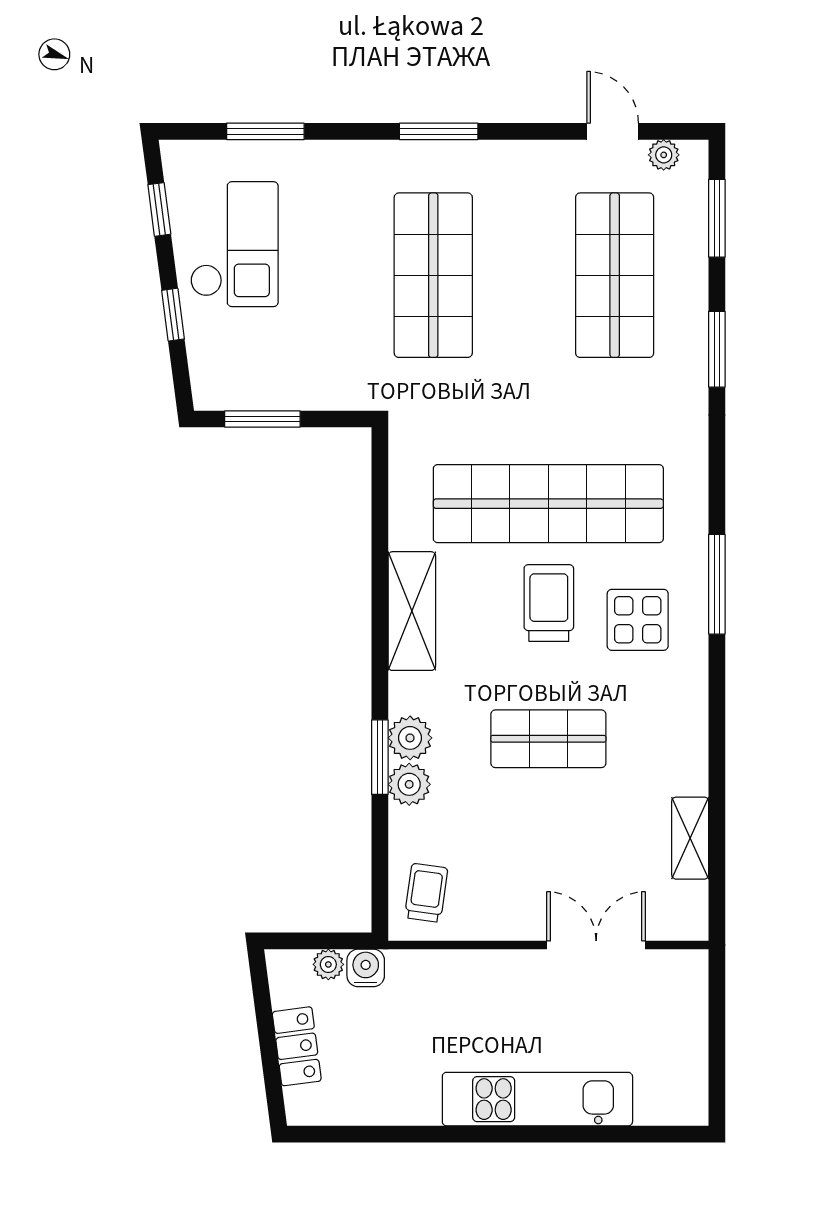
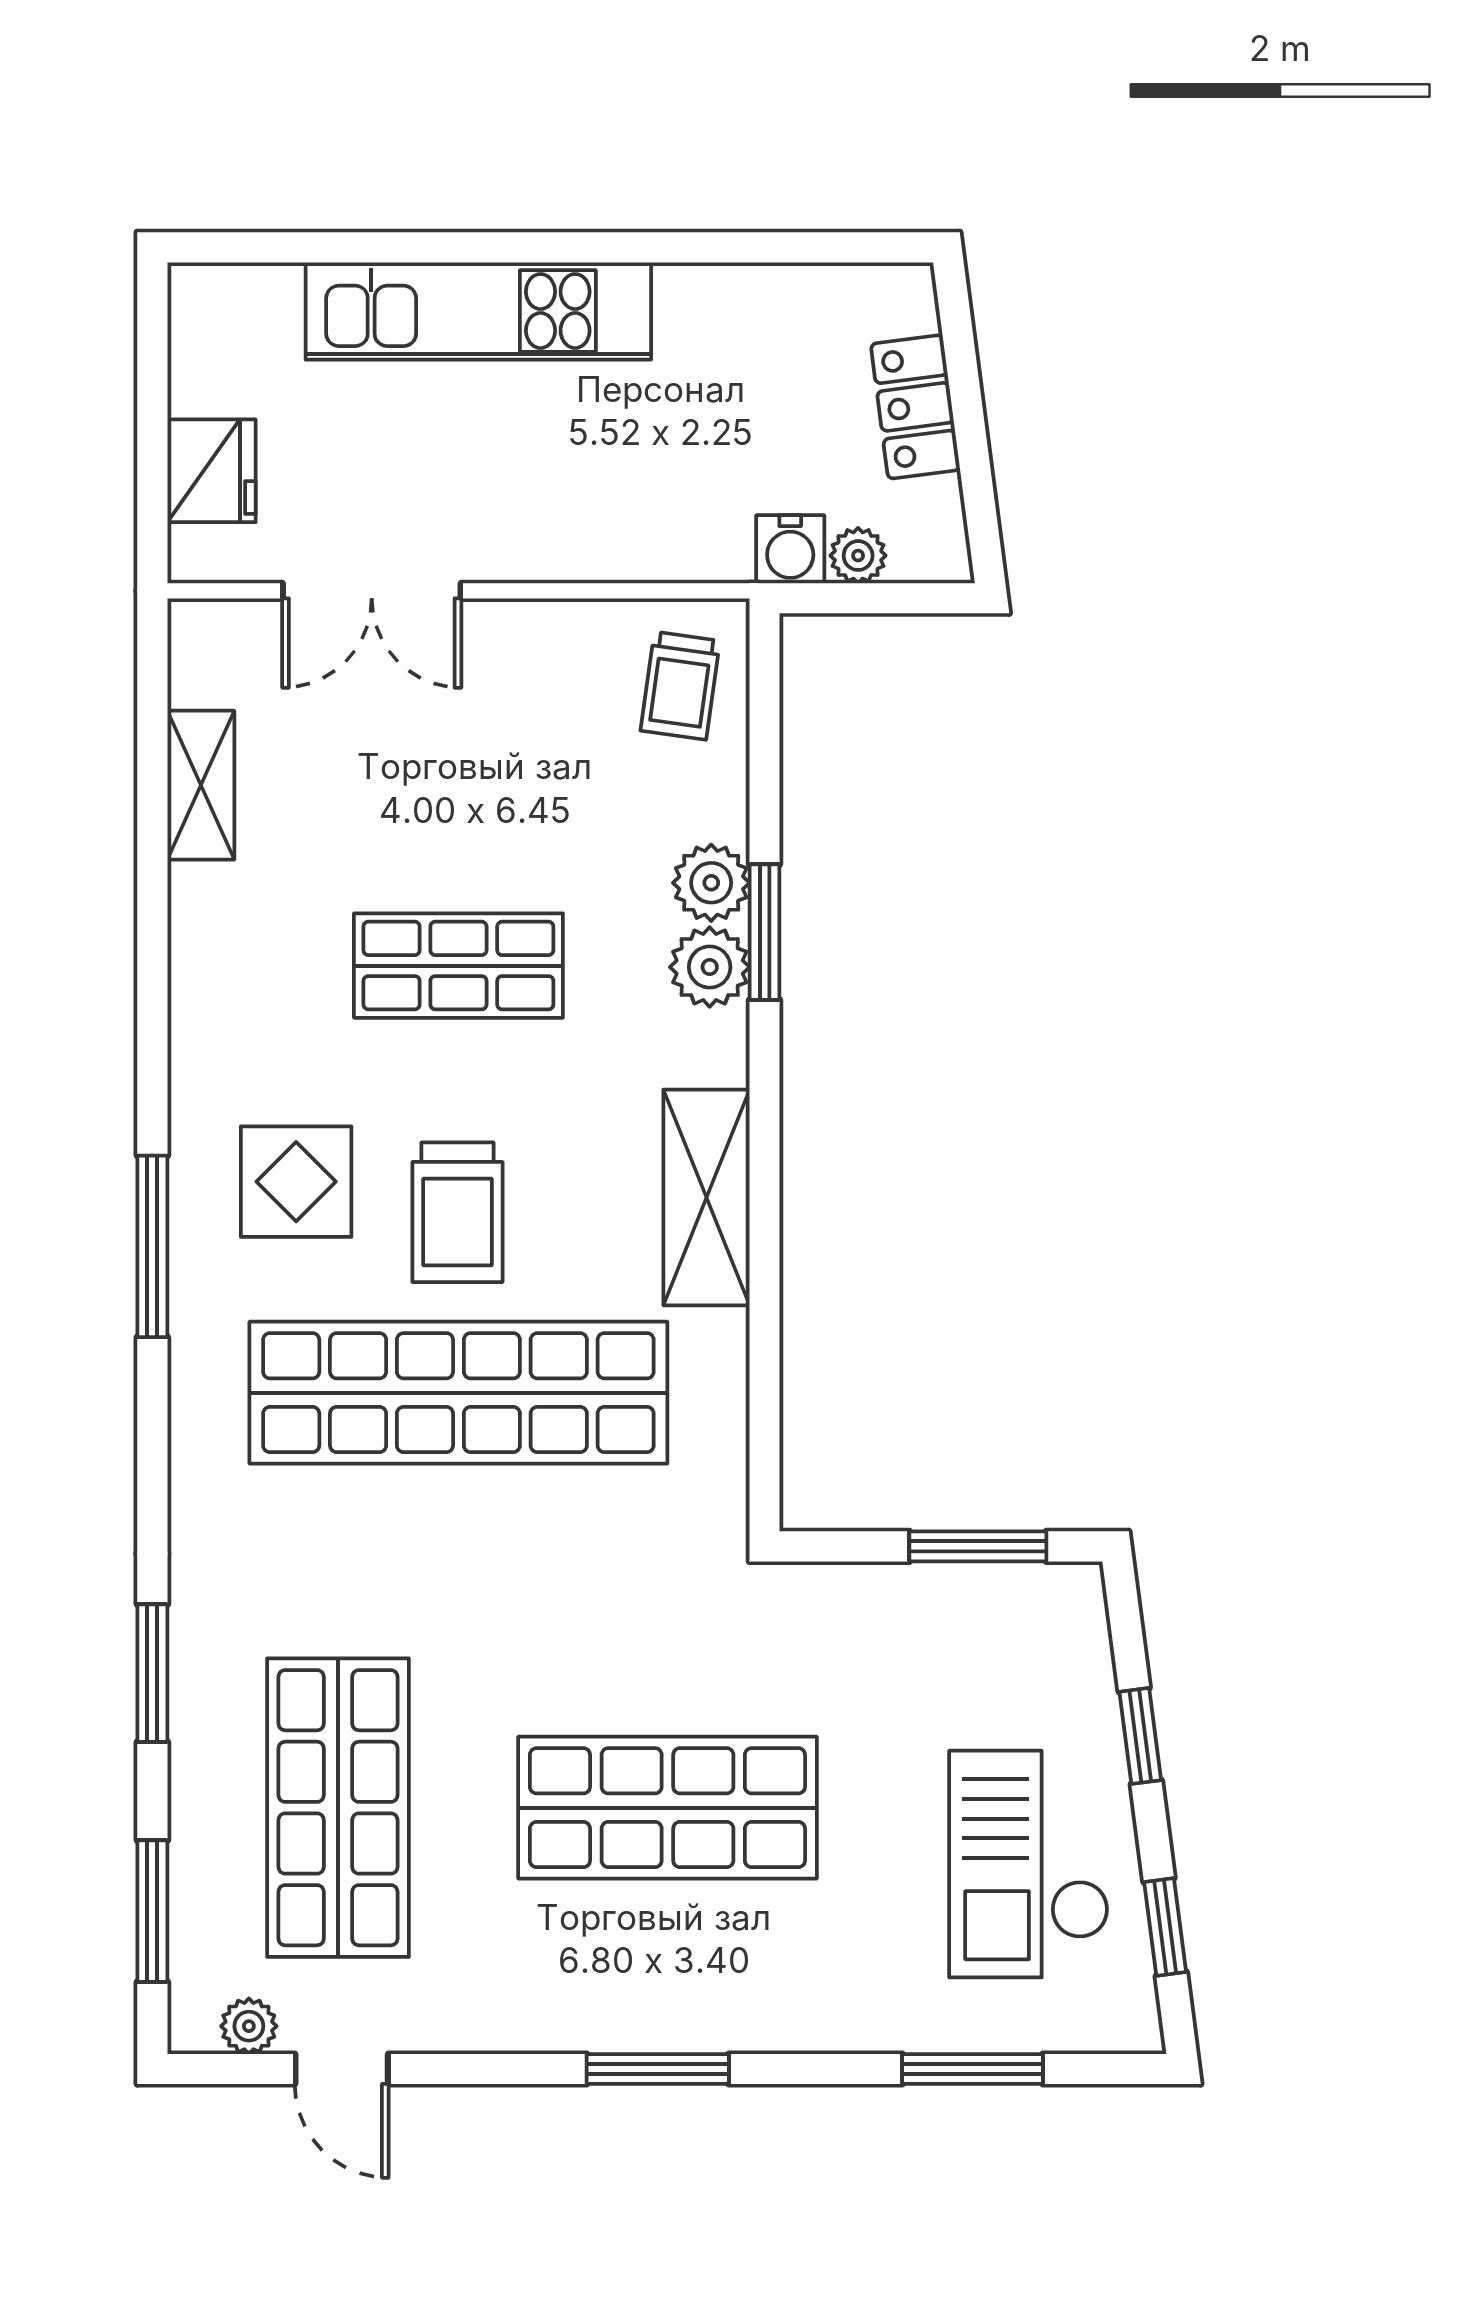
shop shelf: (433, 275) -> (667, 1808), turned 90
fridge: (684, 1011) -> (211, 471), added

